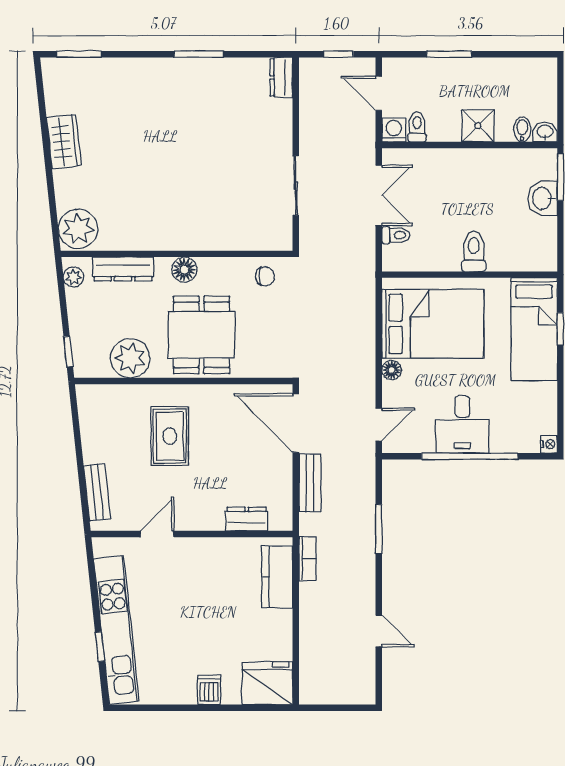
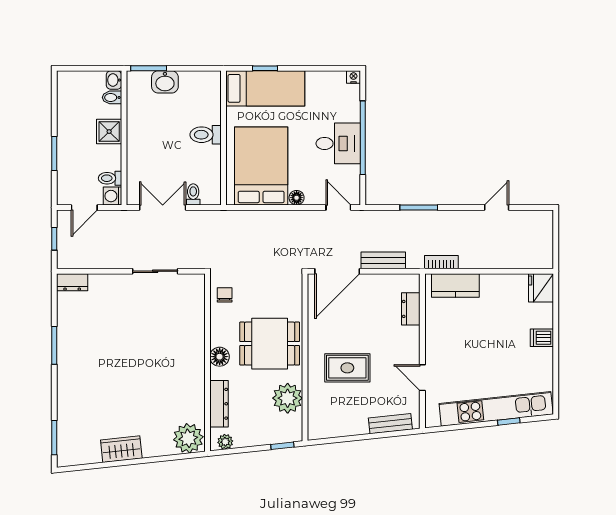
fridge: (267, 683) -> (541, 288), width x0.73, depth x0.75

